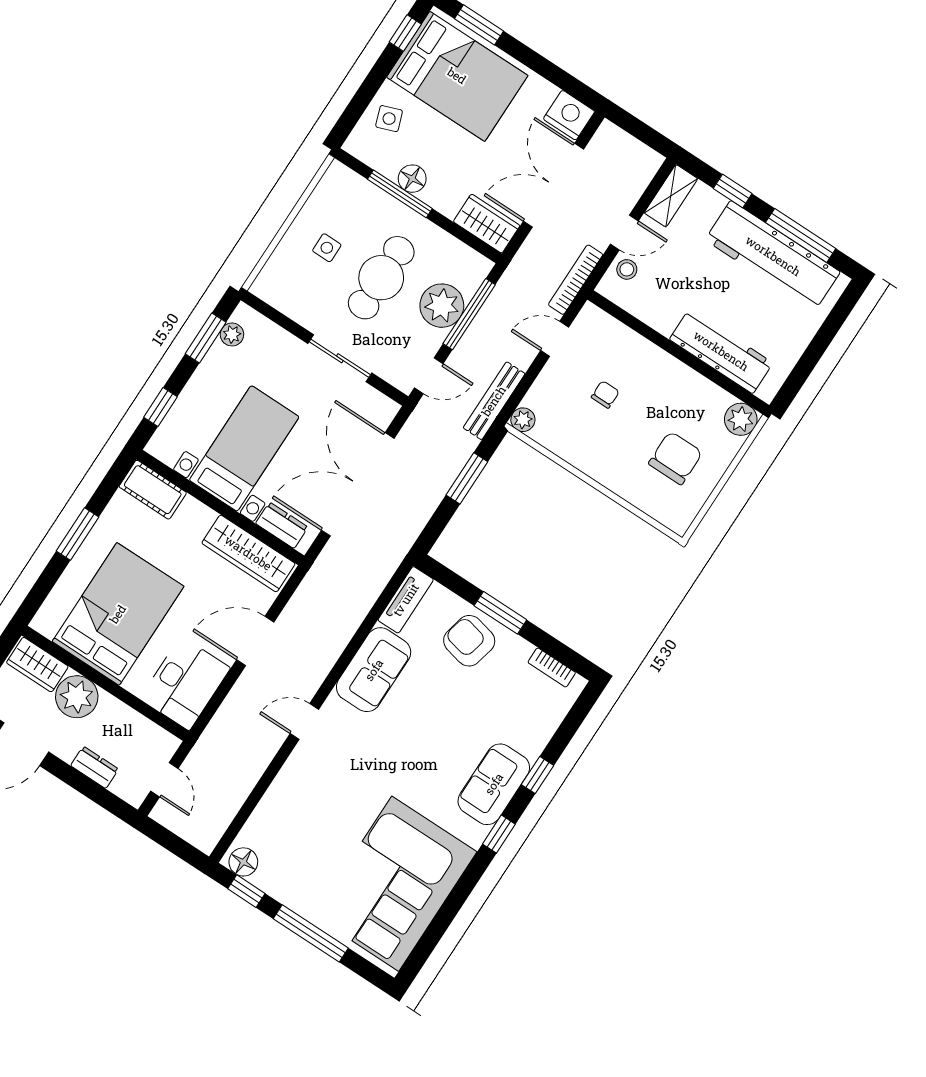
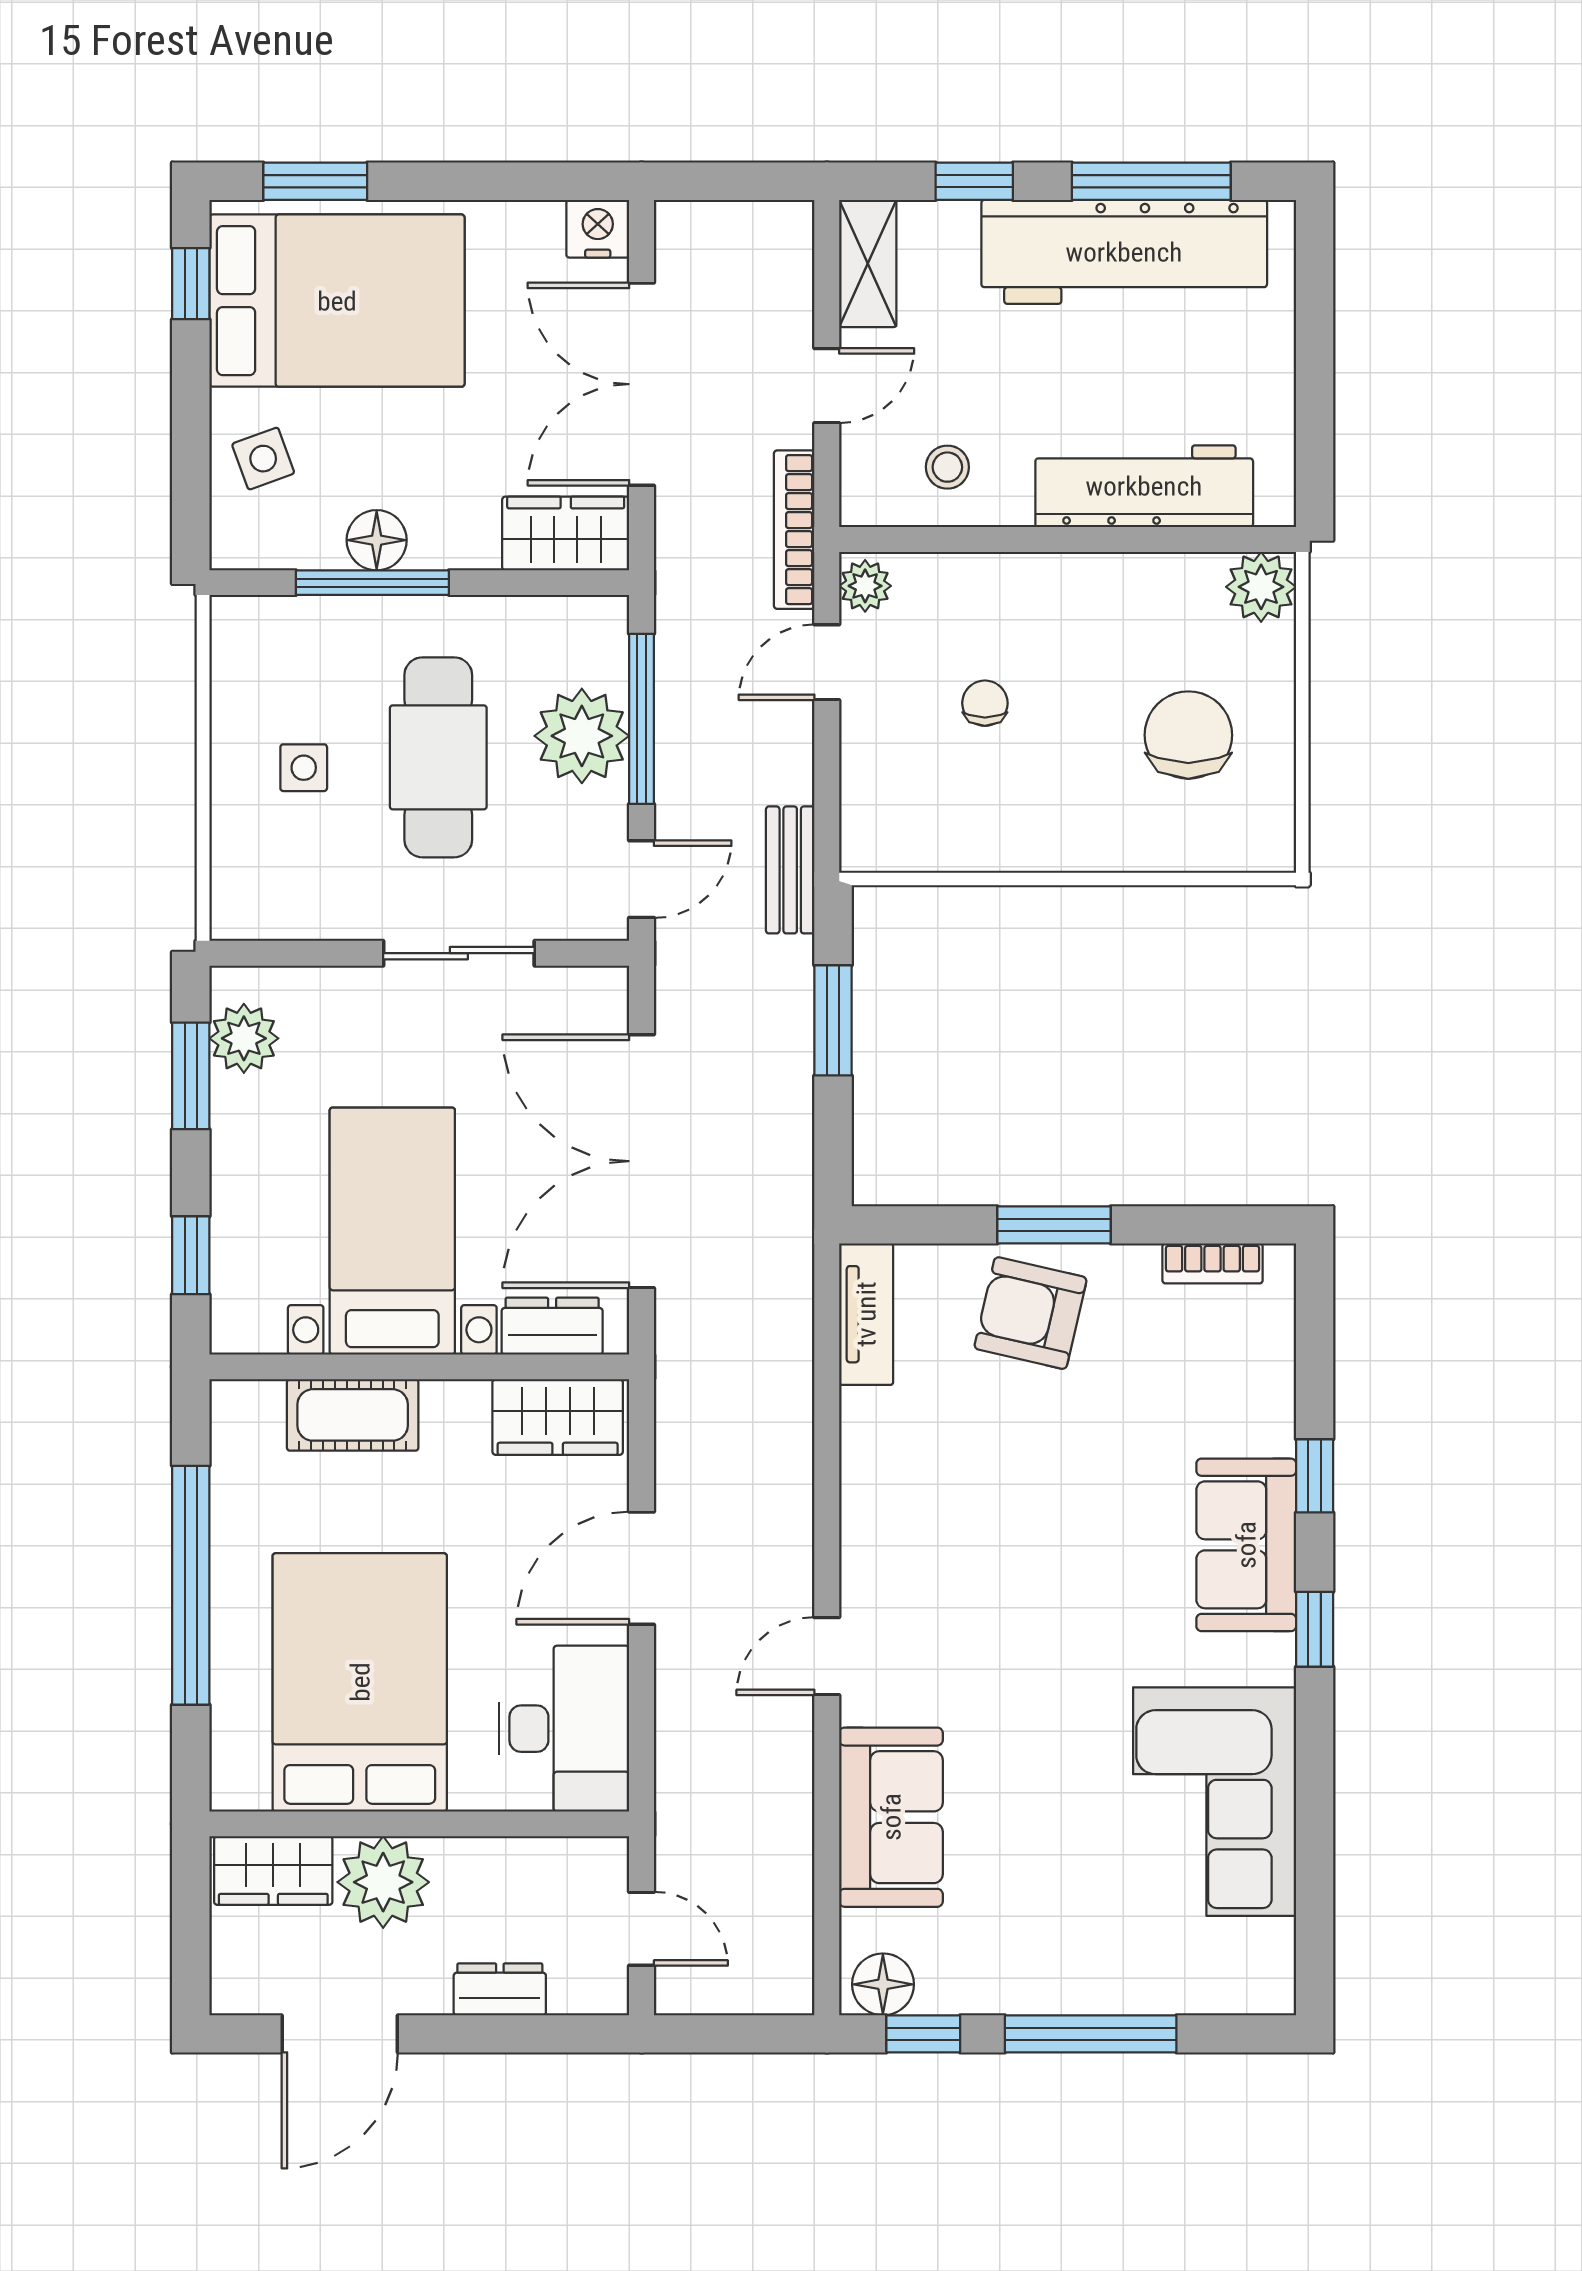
nightstand: (569, 115) -> (598, 229), width x0.74, depth x0.75
stool: (627, 269) -> (947, 467), moved
plant: (232, 334) -> (244, 1038), width x1.38, depth x1.38
bench: (494, 401) -> (790, 870), width x0.73
plant: (523, 420) -> (865, 586), moved
cot: (153, 490) -> (353, 1415), moved
window: (77, 534) -> (191, 1585), width x2.11
wardrobe: (248, 553) -> (558, 1417), width x0.67
sofa: (374, 670) -> (891, 1817), moved
corner sofa: (395, 884) -> (1215, 1802), width x0.73, depth x0.74

